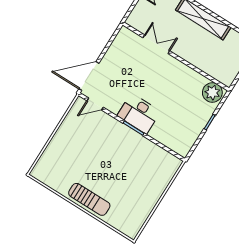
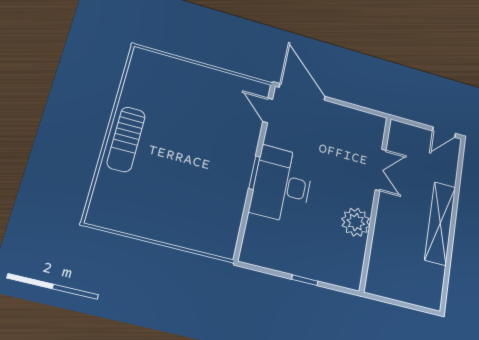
plant: (212, 93) -> (356, 222), moved
desk: (139, 114) -> (282, 185), width x1.36, depth x1.30

